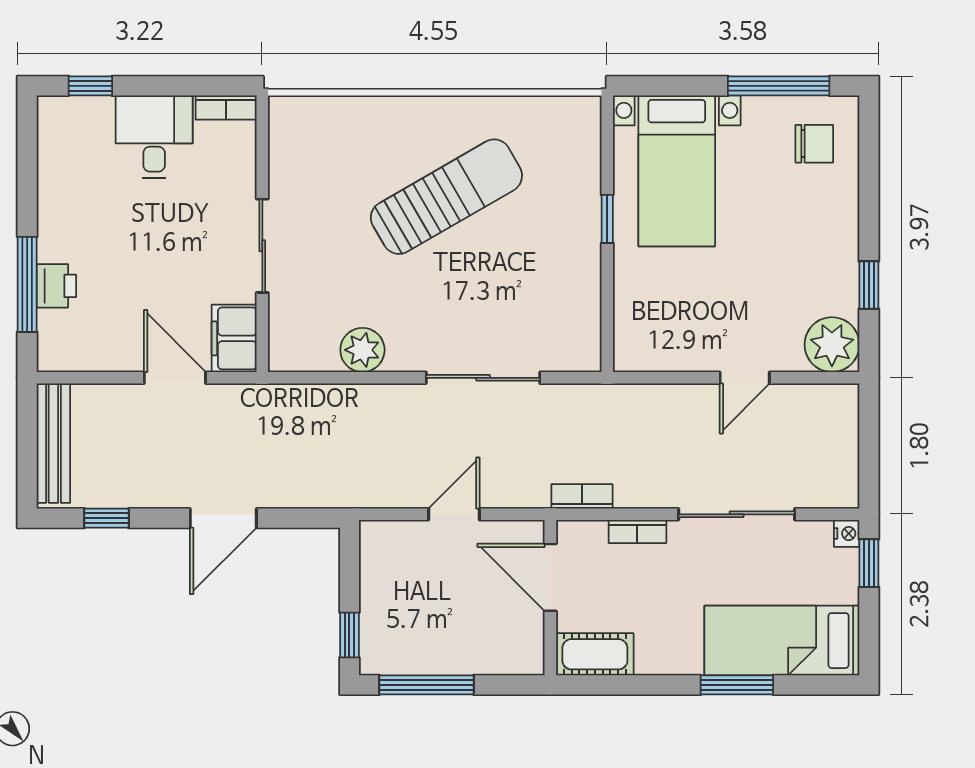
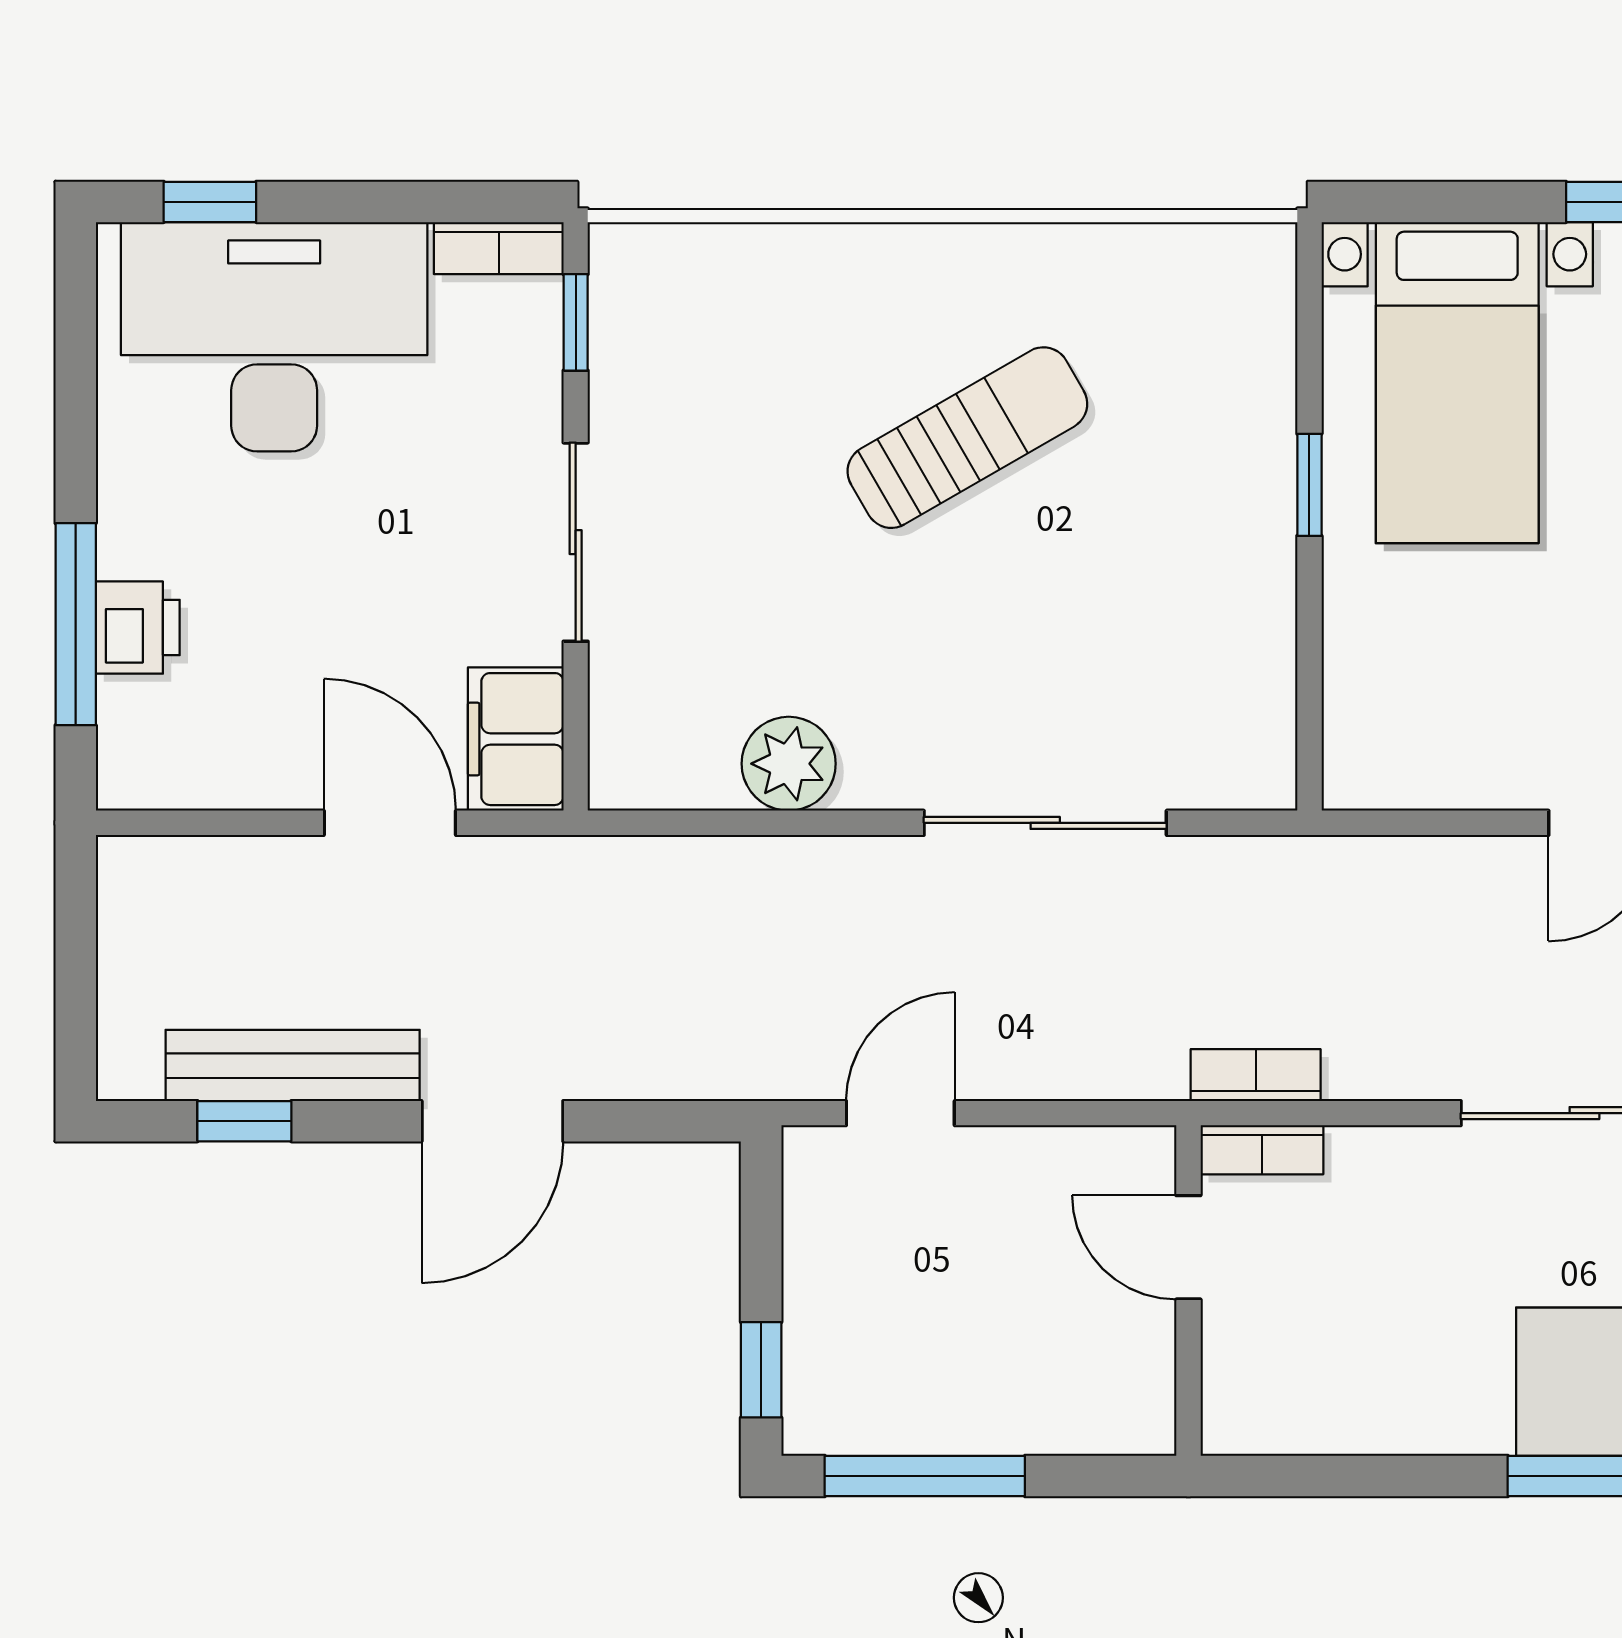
desk: (154, 137) -> (274, 337), width x1.87, depth x1.30
window: (262, 142) -> (576, 322), added
sun lounger: (446, 197) -> (967, 438), width x0.73, depth x0.75
bench: (53, 443) -> (293, 1065), moved, turned 90
door: (454, 514) -> (900, 1113), moved
bookcase: (637, 531) -> (1262, 1150), moved
door: (550, 577) -> (1188, 1247), width x0.73
cot: (595, 654) -> (1283, 1411), removed

